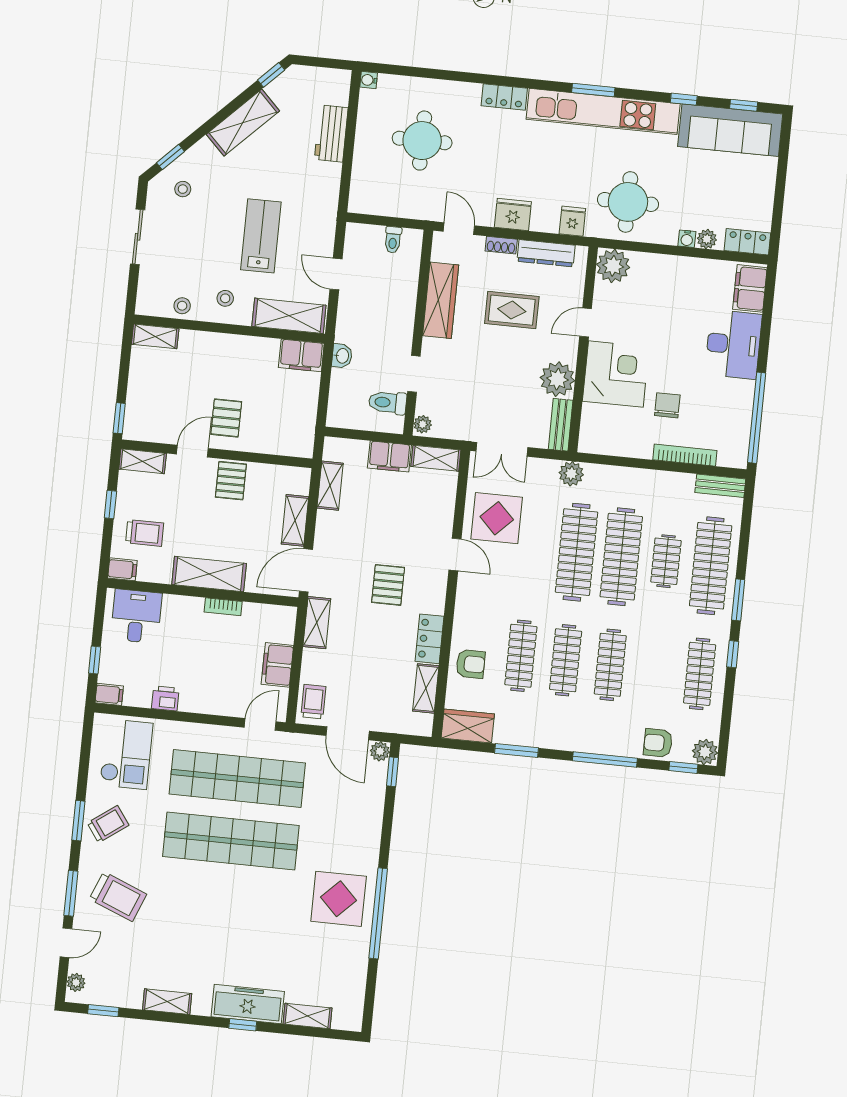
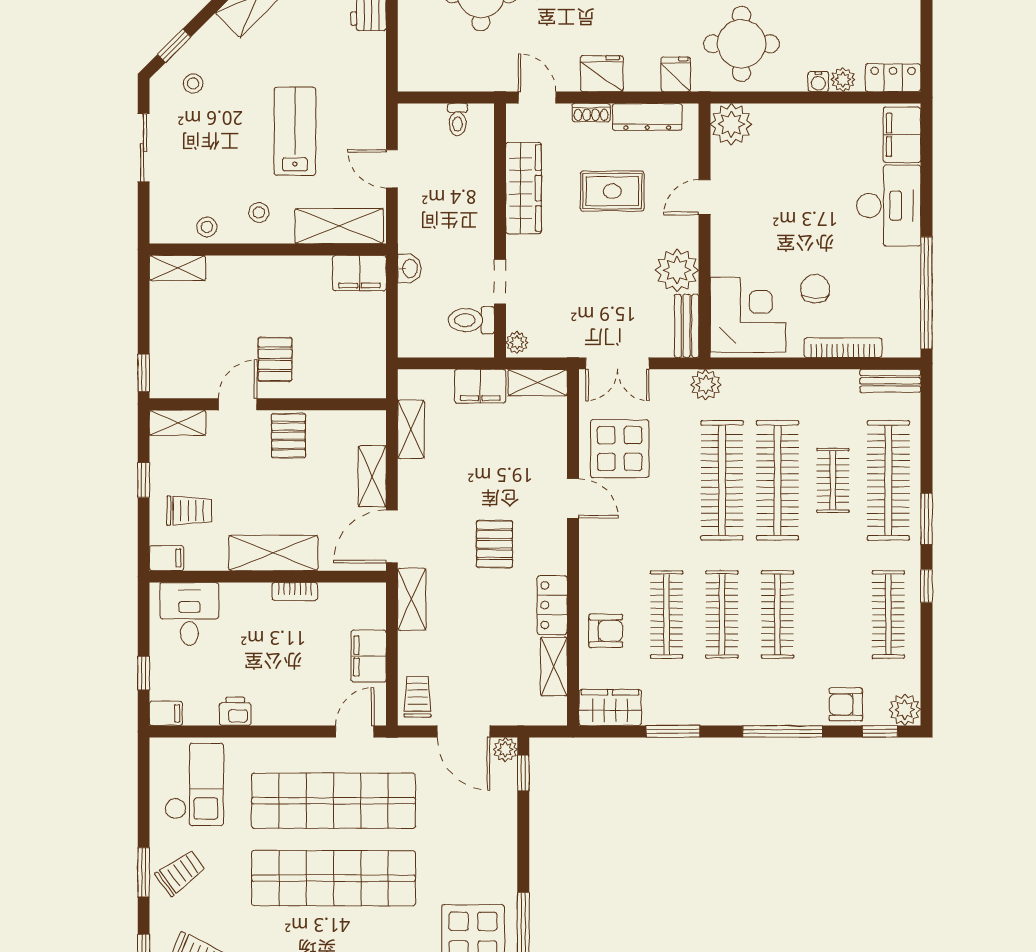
corner desk: (616, 374) -> (748, 315), moved

